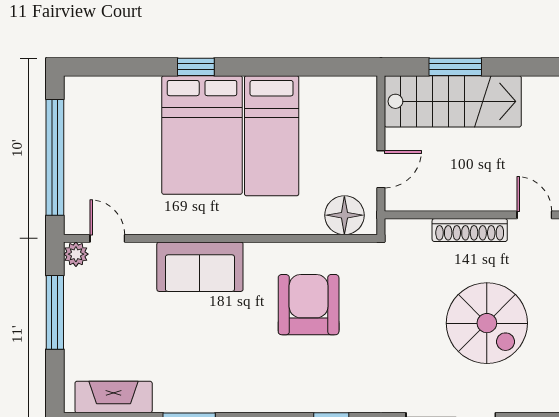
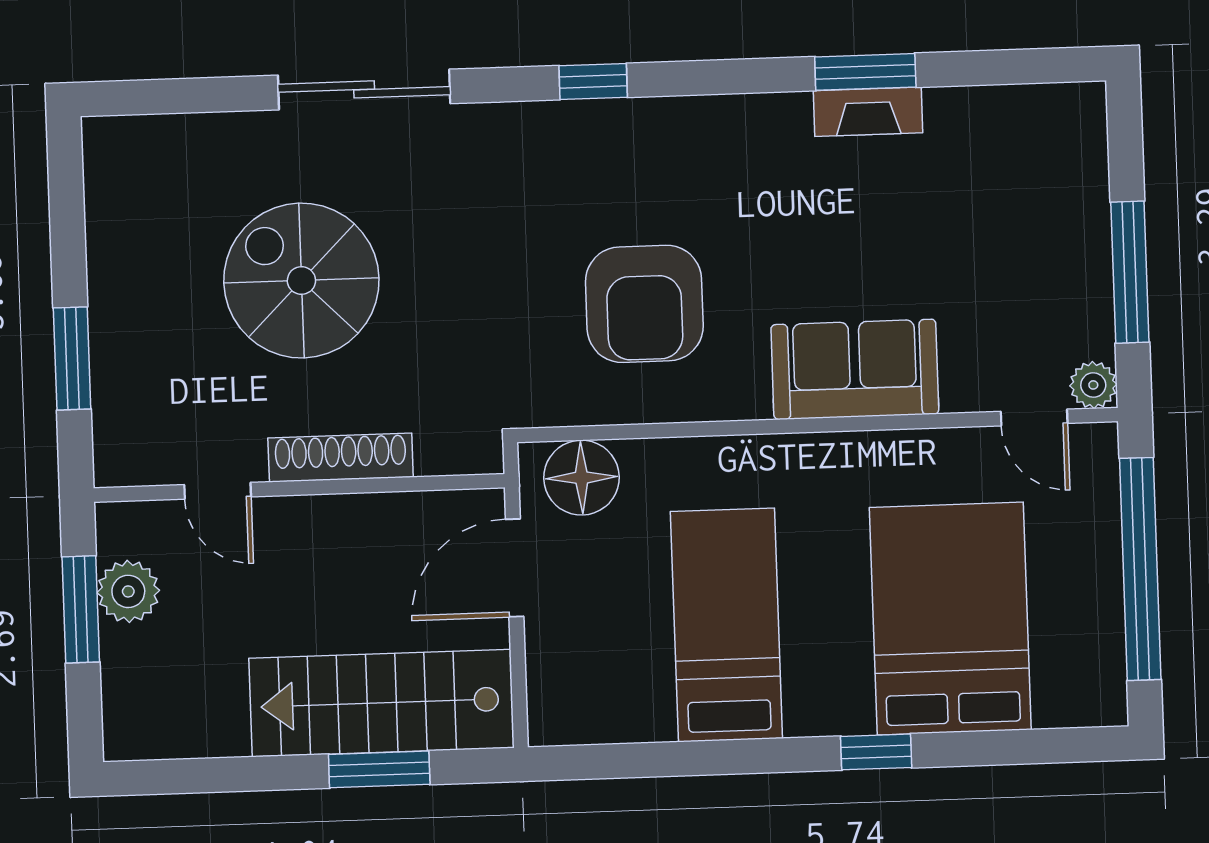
bed: (202, 135) -> (950, 619), moved
door: (381, 169) -> (515, 568), width x1.38
fireplace: (114, 397) -> (868, 112), moved, width x0.73, depth x0.76

